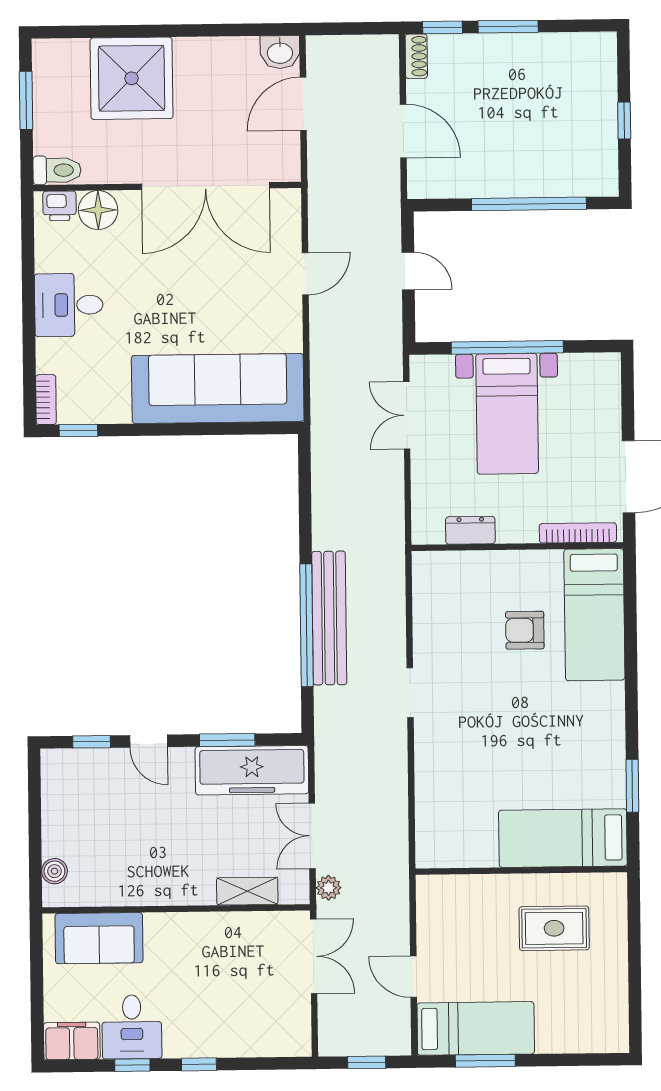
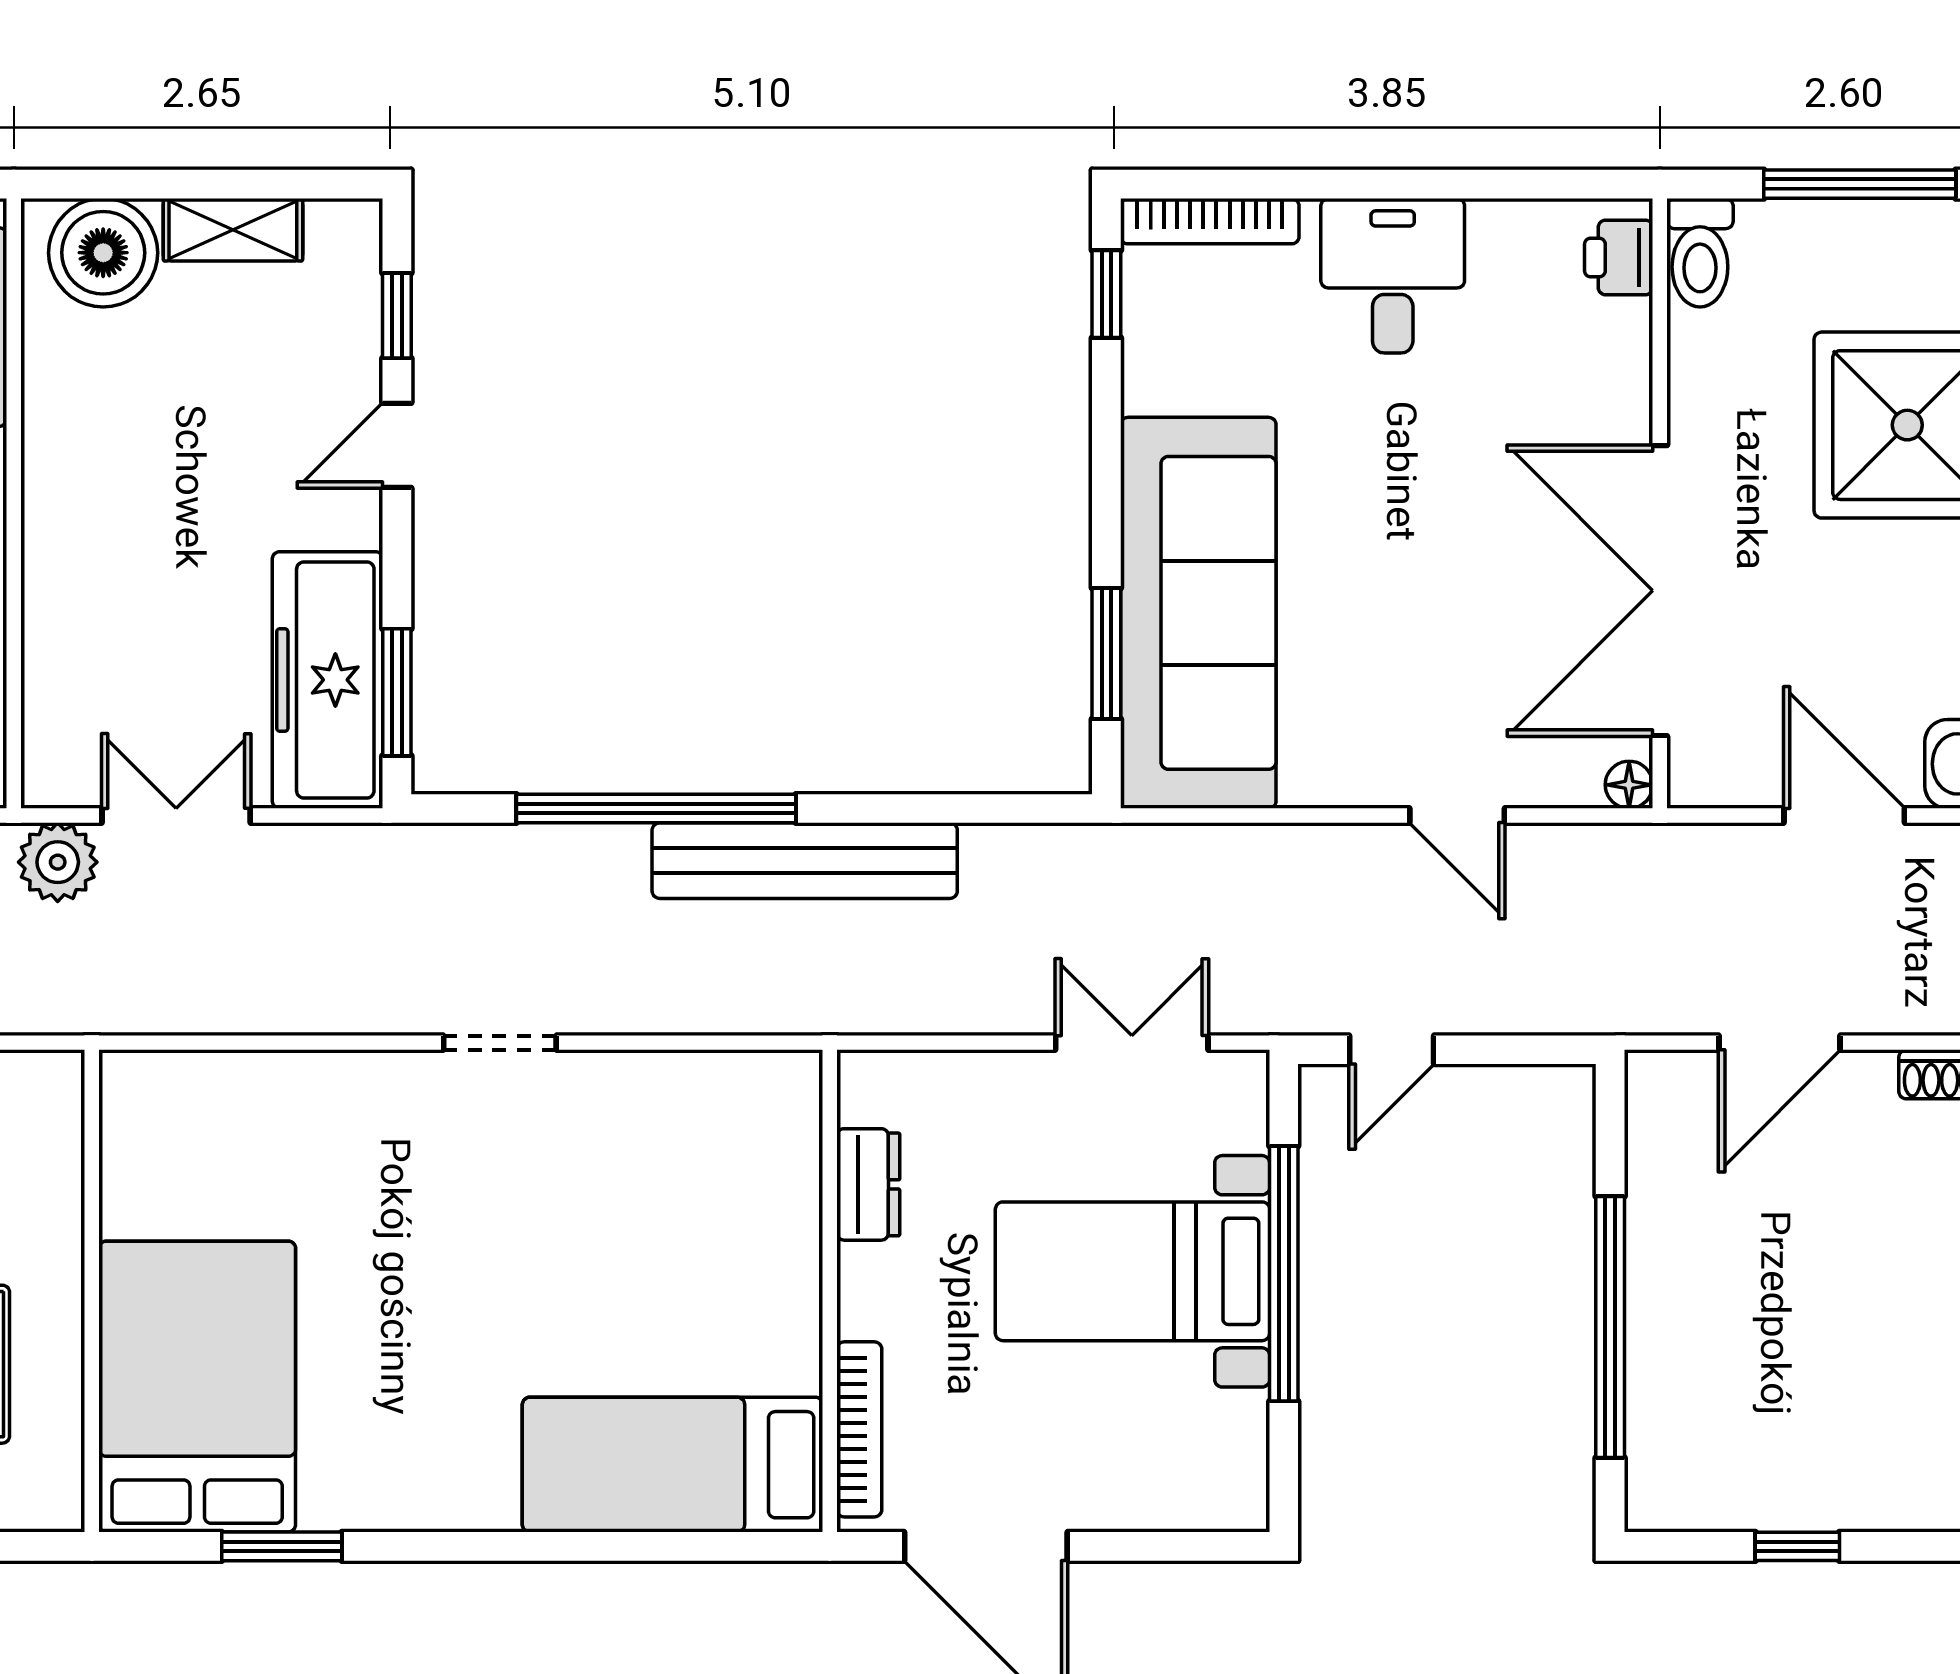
window: (26, 100) -> (1860, 184), width x1.44
floor lamp: (98, 210) -> (1629, 785), moved, width x0.53, depth x0.53
door: (408, 271) -> (1392, 1050), moved
bookcase: (46, 400) -> (1210, 221), width x1.56
window: (236, 429) -> (1106, 654), added
bench: (329, 618) -> (805, 861), moved
armchair: (525, 630) -> (639, 1306), removed
window: (227, 740) -> (397, 692), moved
bed: (563, 838) -> (197, 1387), width x1.50
boiler: (54, 871) -> (103, 253), width x1.86, depth x1.86
plant: (329, 888) -> (58, 862), width x1.38, depth x1.38
shelving: (247, 891) -> (233, 230), moved, turned 90

